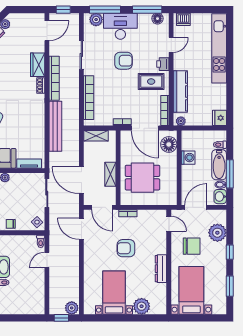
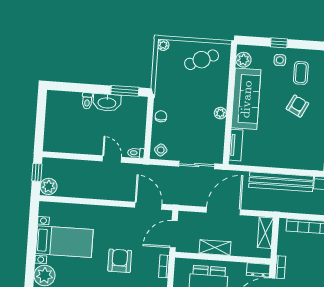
dresser: (125, 139) -> (258, 270), added
door: (81, 180) -> (223, 211), moved
door: (81, 229) -> (148, 206), hinge flipped

